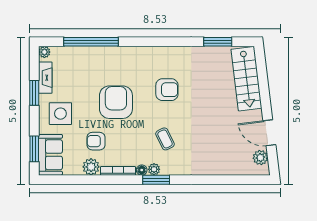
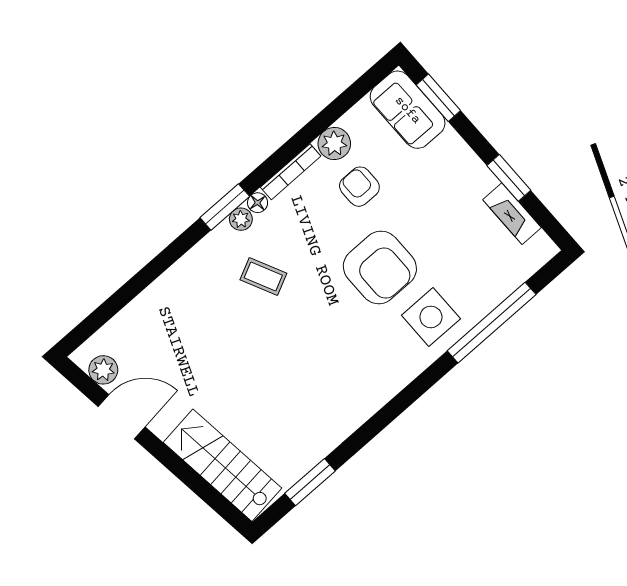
plant: (44, 52) -> (545, 249), removed
armchair: (167, 90) -> (323, 350), removed
side table: (60, 114) -> (431, 317), moved
armchair: (96, 141) -> (359, 187), turned -90

